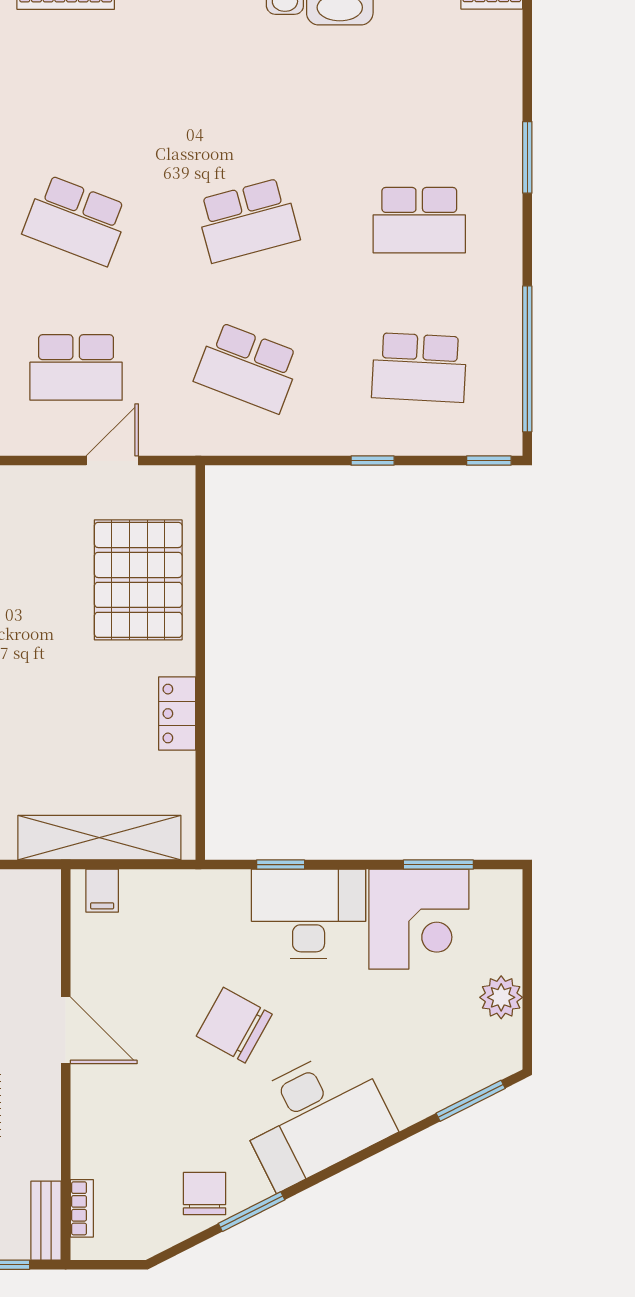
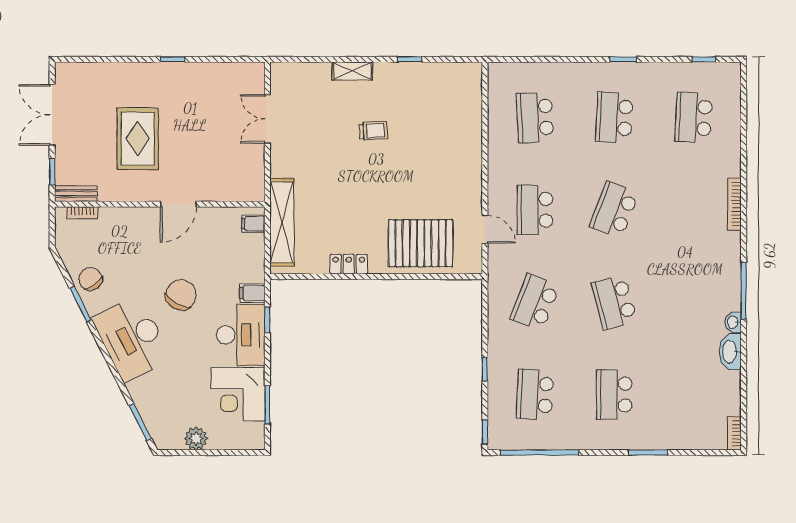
filing cabinet: (231, 893) -> (252, 293), added
chair: (205, 1194) -> (90, 279), turned -126

